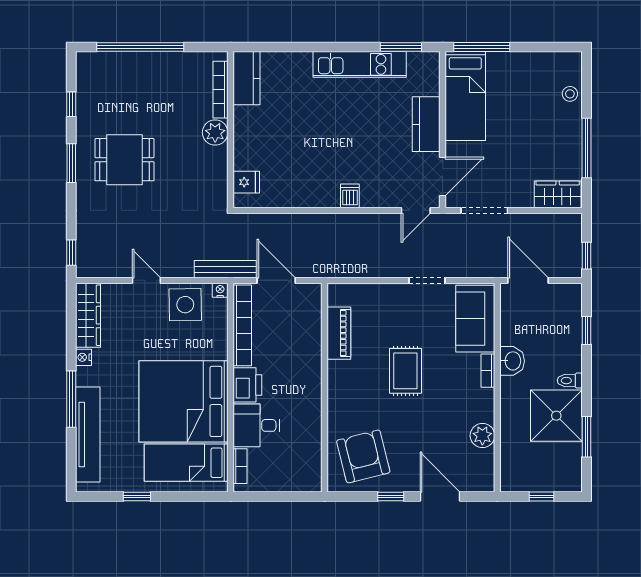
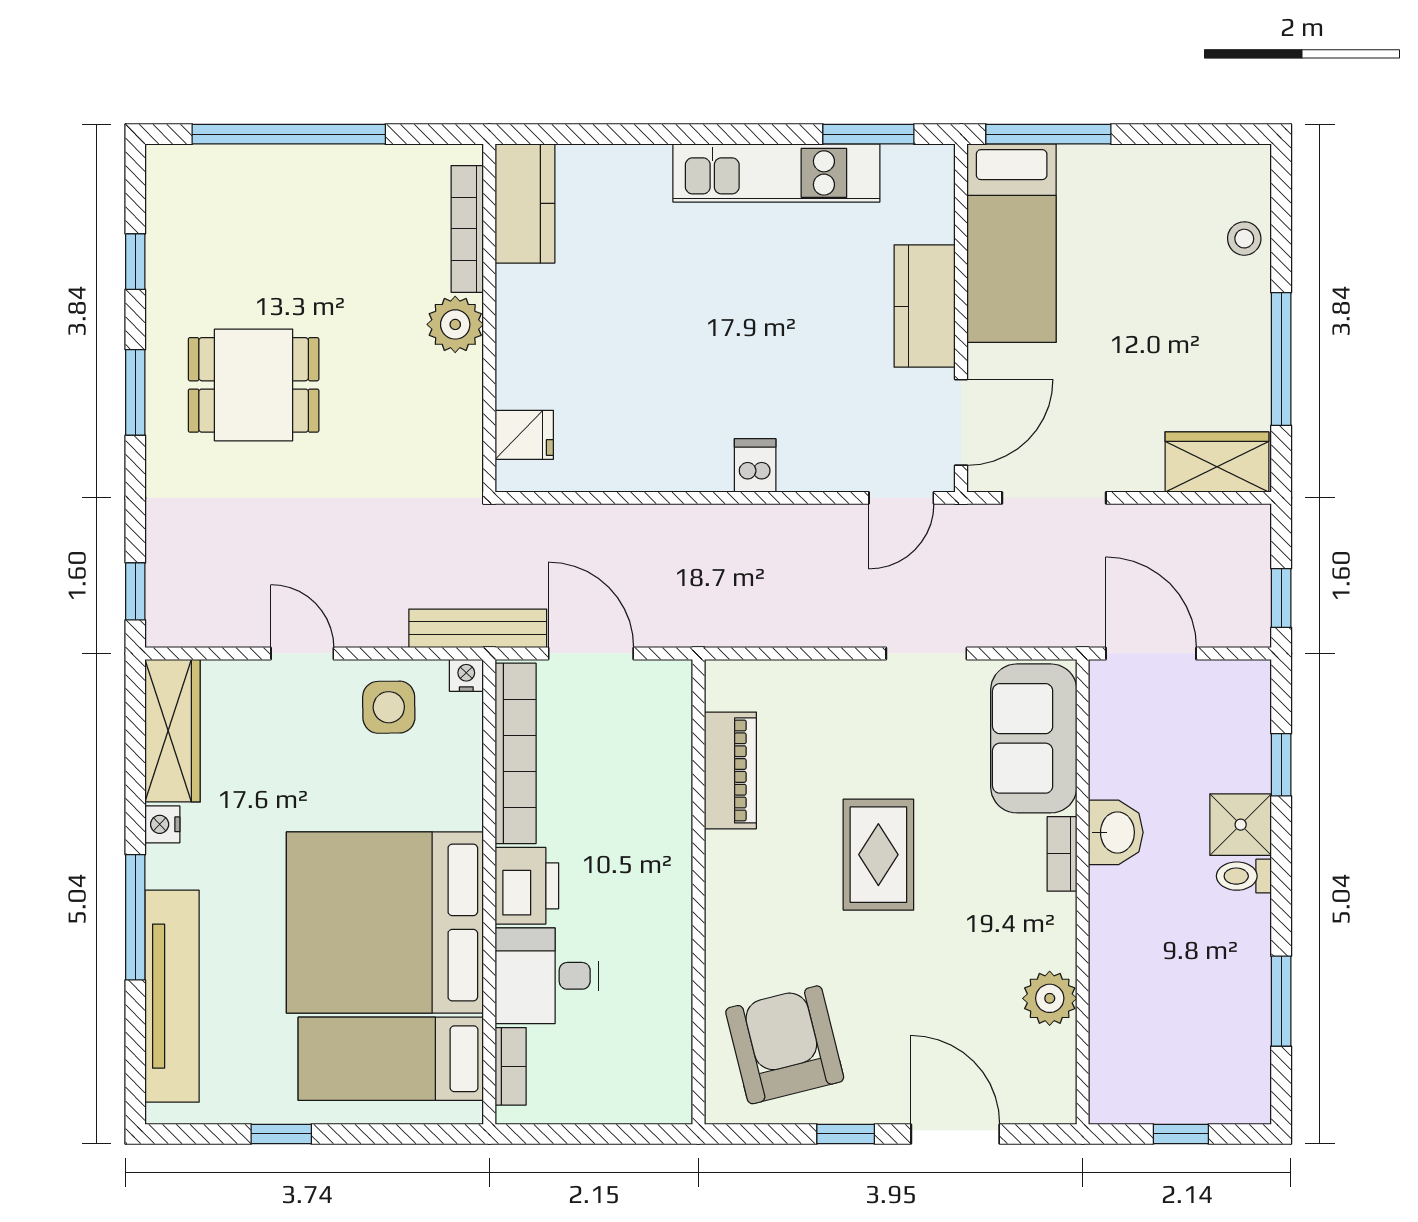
side table: (185, 305) -> (389, 707), width x0.73, depth x0.73
shower: (556, 416) -> (1241, 825), moved, width x0.54, depth x0.54

